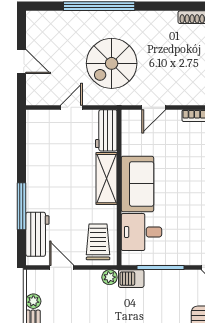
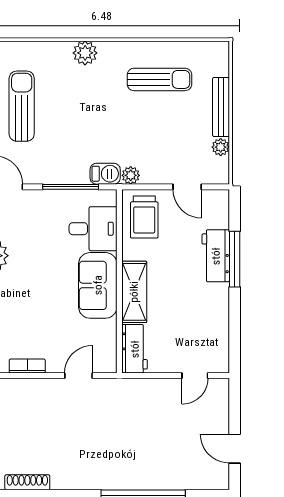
door: (21, 62) -> (235, 449), moved
spiral stairs: (112, 63) -> (128, 428), removed
door: (71, 107) -> (195, 376), moved
workbench: (37, 234) -> (216, 256), moved

